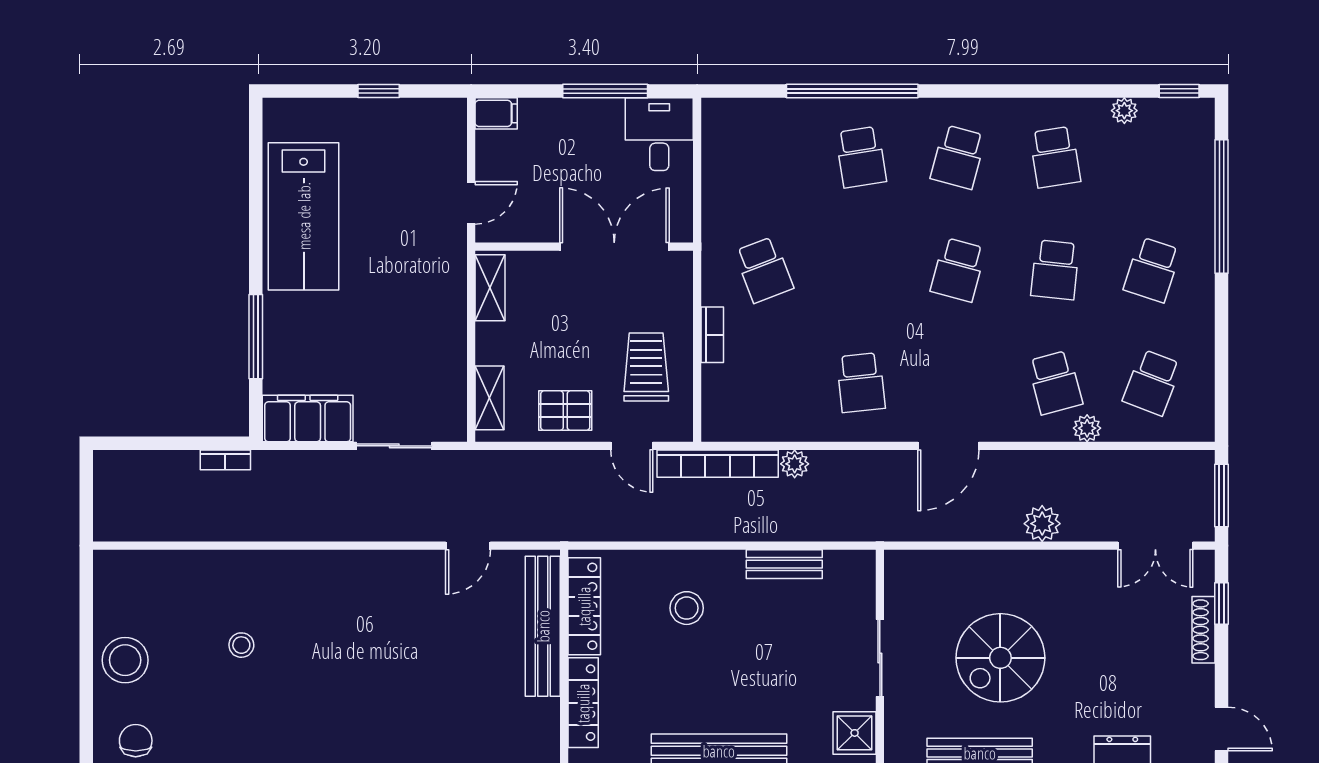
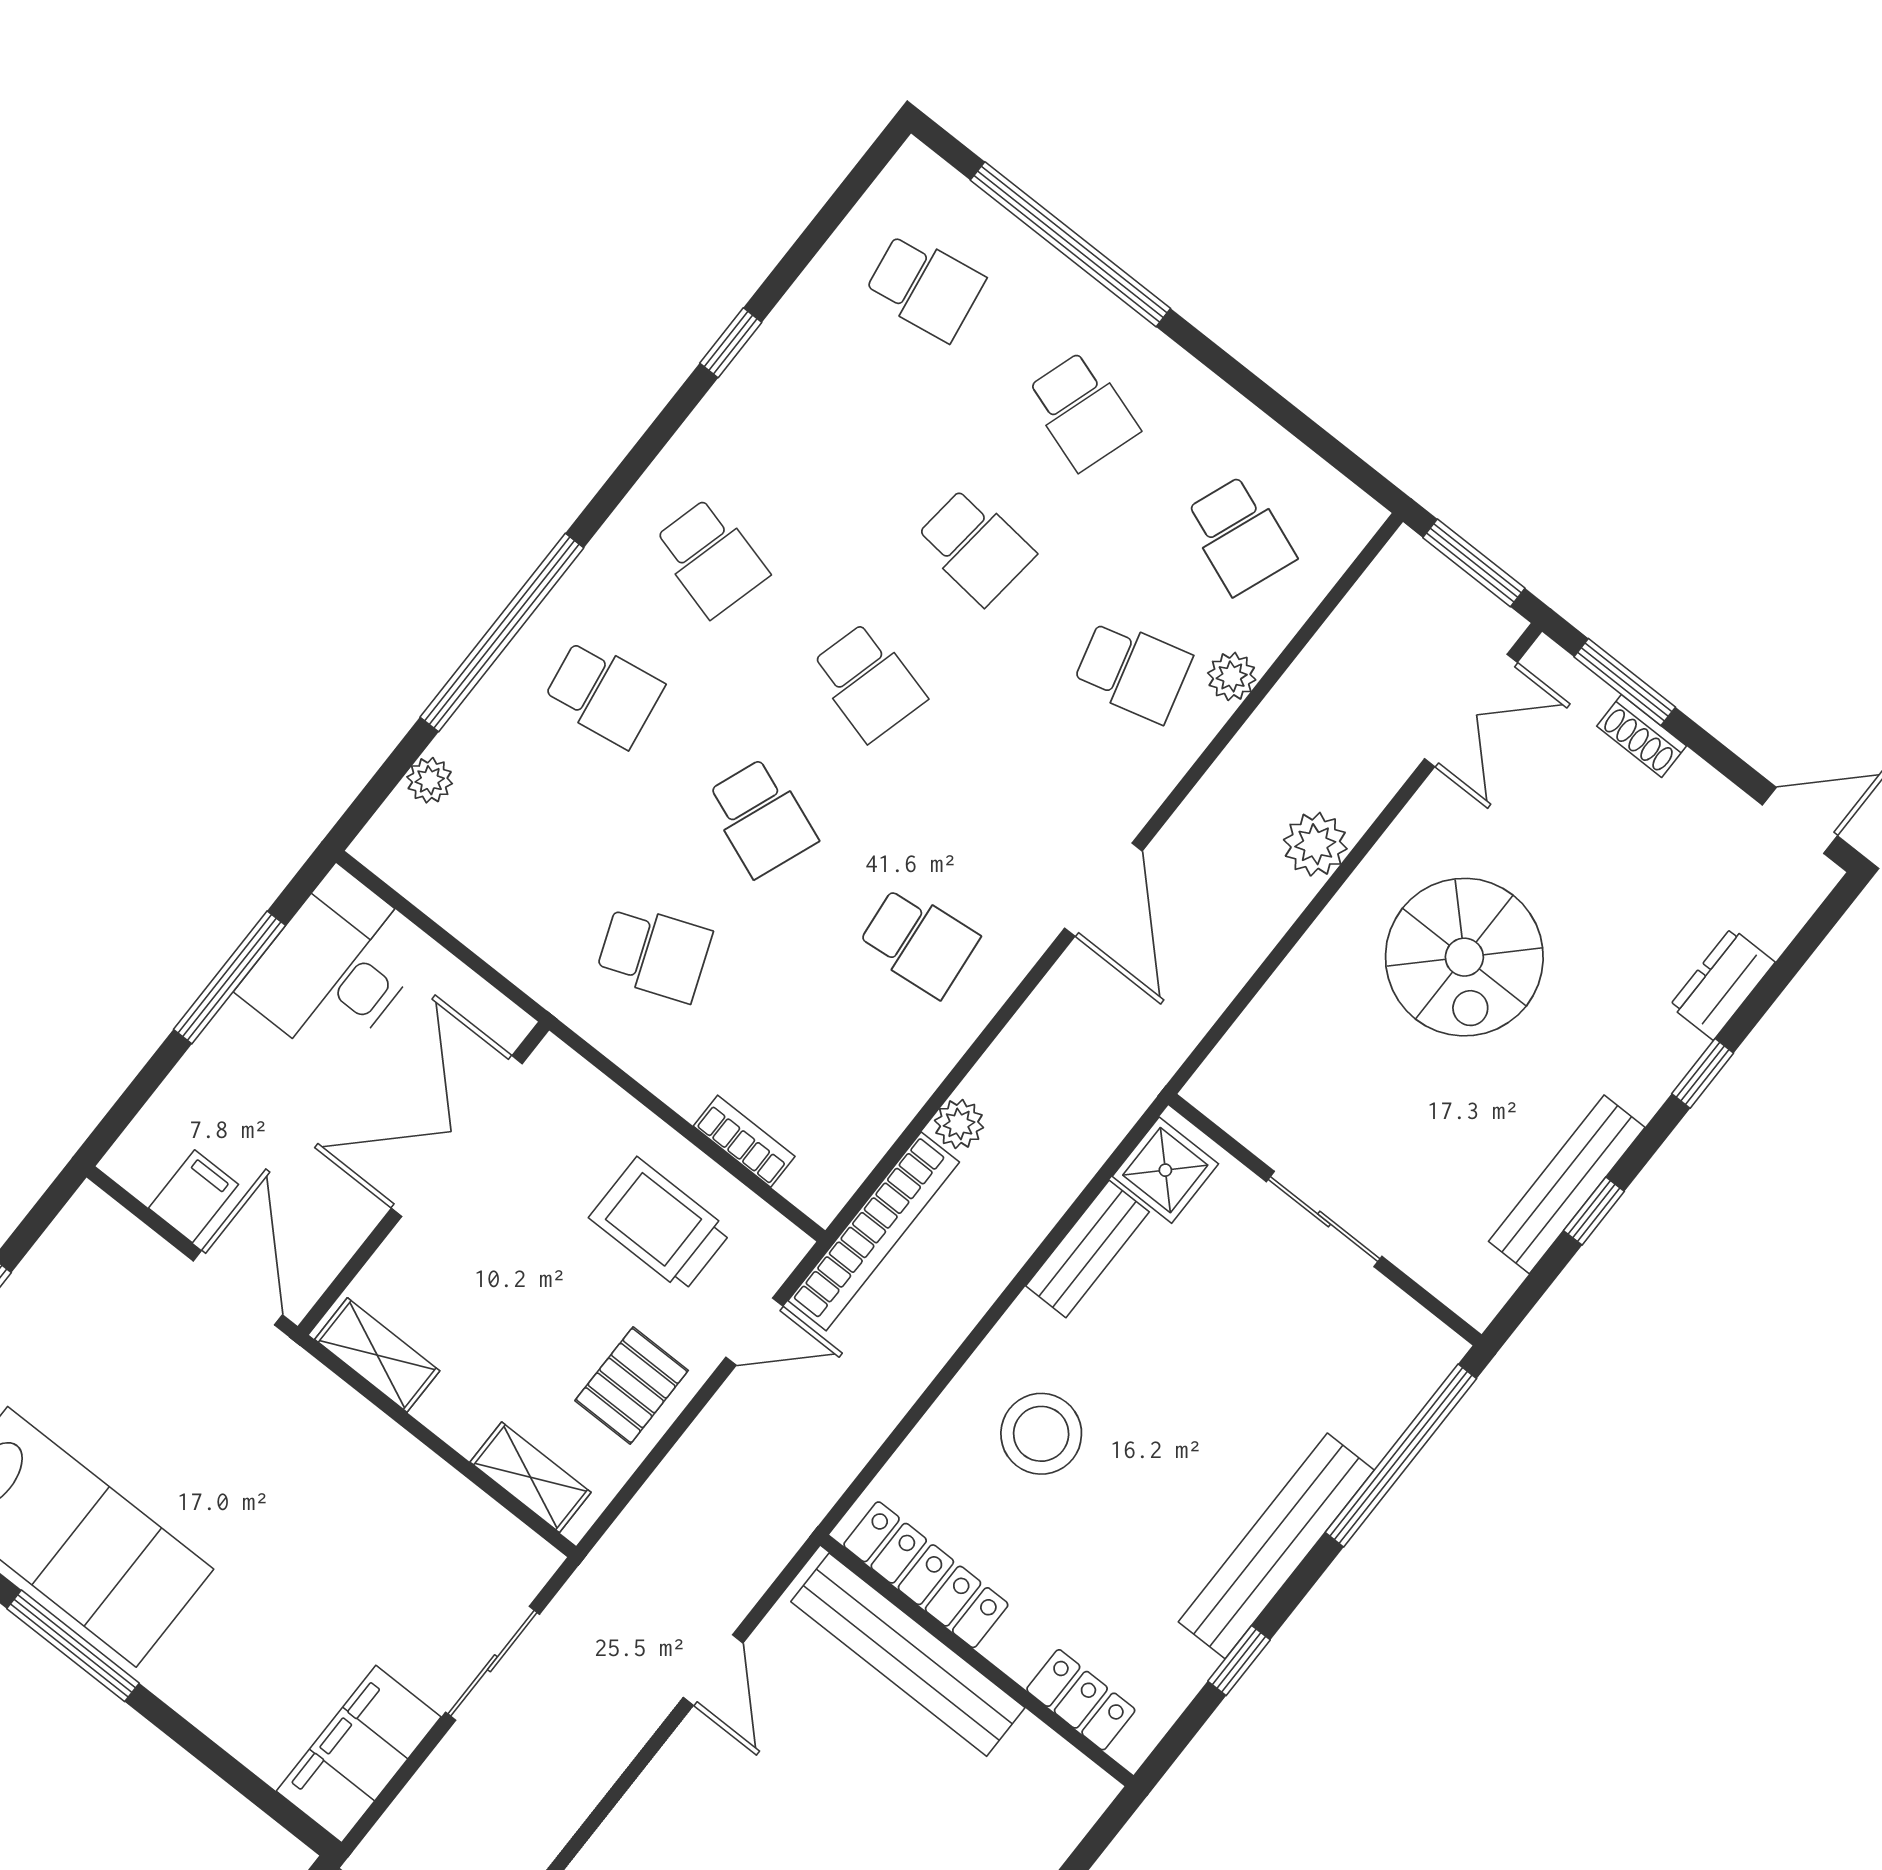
window: (1179, 91) -> (731, 343), moved
plant: (1124, 111) -> (430, 780), moved
filing cabinet: (496, 113) -> (194, 1196), moved
desk: (659, 134) -> (335, 967), width x1.37
school desk: (1055, 157) -> (925, 287), moved
door: (471, 203) -> (238, 1288), width x1.38
school desk: (861, 270) -> (761, 817), added
bookcase: (712, 335) -> (744, 1141), moved
window: (256, 337) -> (73, 1646), moved
window: (1221, 604) -> (1625, 682), width x1.50
stool: (687, 608) -> (1041, 1434), width x1.38, depth x1.38
shoe rack: (1204, 630) -> (1642, 736), width x0.70
spiral stairs: (1000, 658) -> (1464, 957), moved
locker: (583, 703) -> (1081, 1700), width x0.66
shower: (855, 733) -> (1165, 1170), moved

